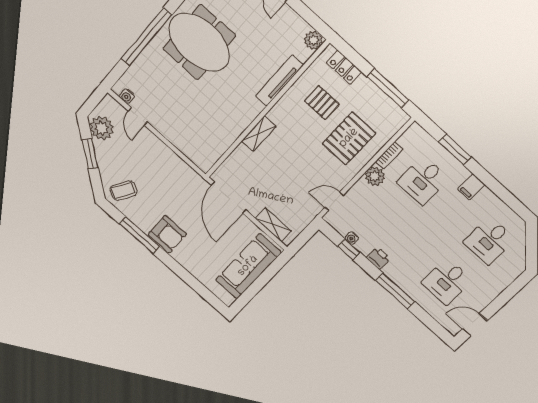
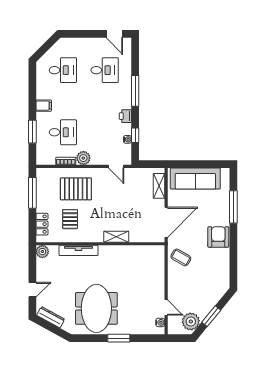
window: (146, 37) -> (119, 338), width x0.47
door: (138, 116) -> (166, 308), hinge flipped
coffee table: (123, 191) -> (181, 257), moved
window: (139, 235) -> (233, 207), moved

